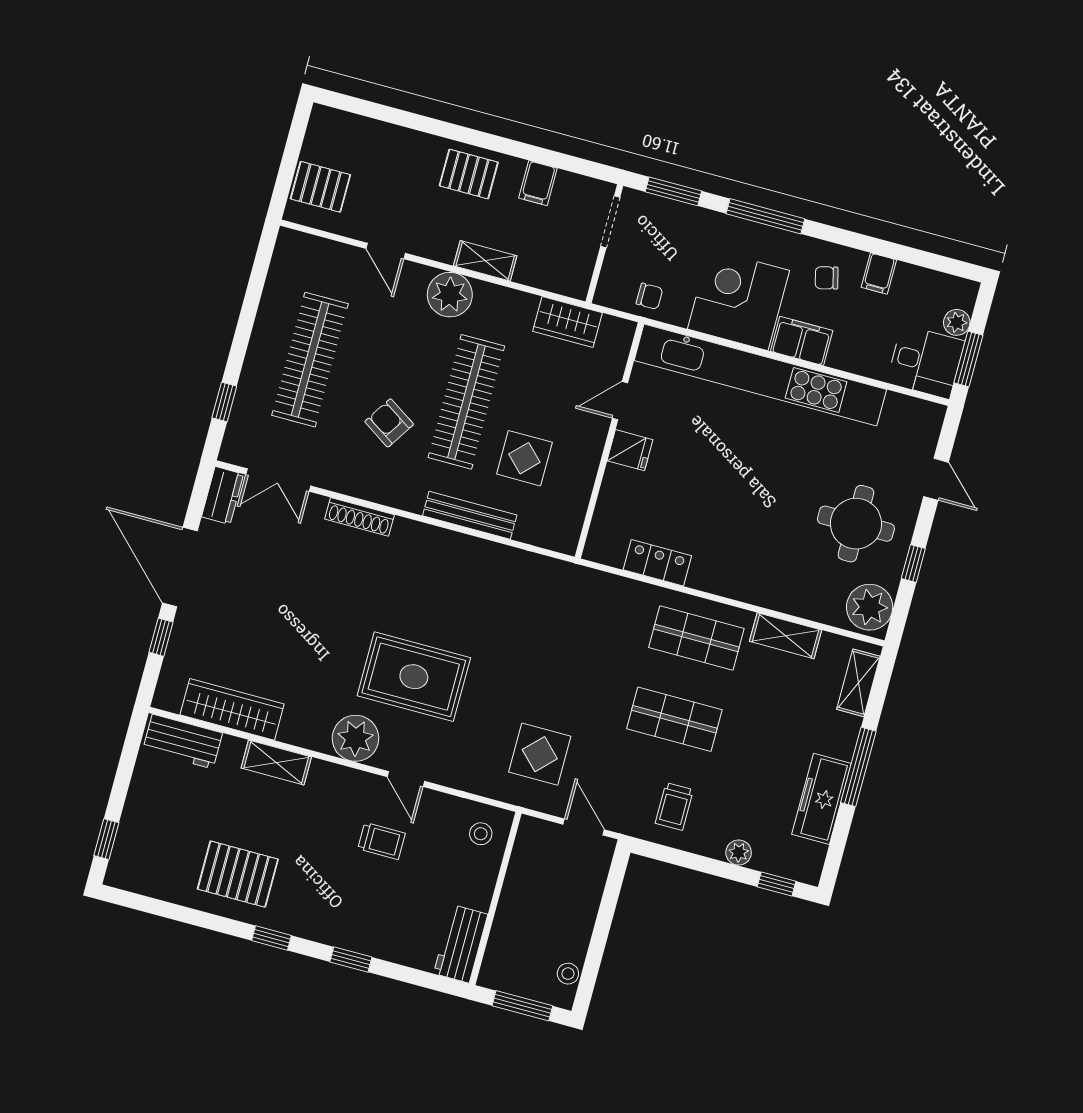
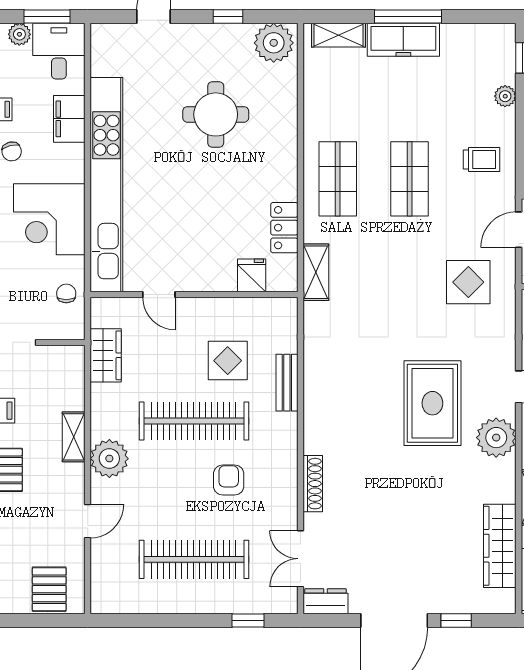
filing cabinet: (802, 341) -> (69, 119), moved
armchair: (389, 423) -> (229, 480), turned 147
fridge: (630, 450) -> (252, 275), moved
double door: (278, 480) -> (300, 559), swing flipped
bench: (470, 515) -> (287, 383), width x0.73
round table: (856, 524) -> (216, 114), moved
shelving: (786, 636) -> (316, 272), moved
freezer: (822, 799) -> (403, 40), moved

